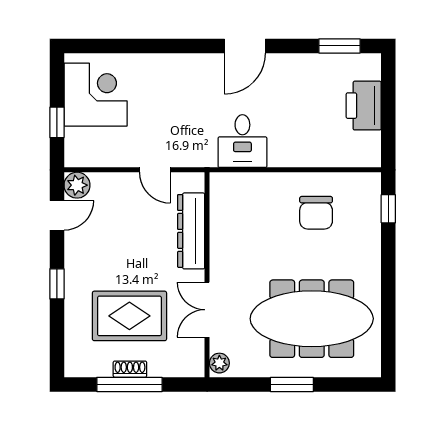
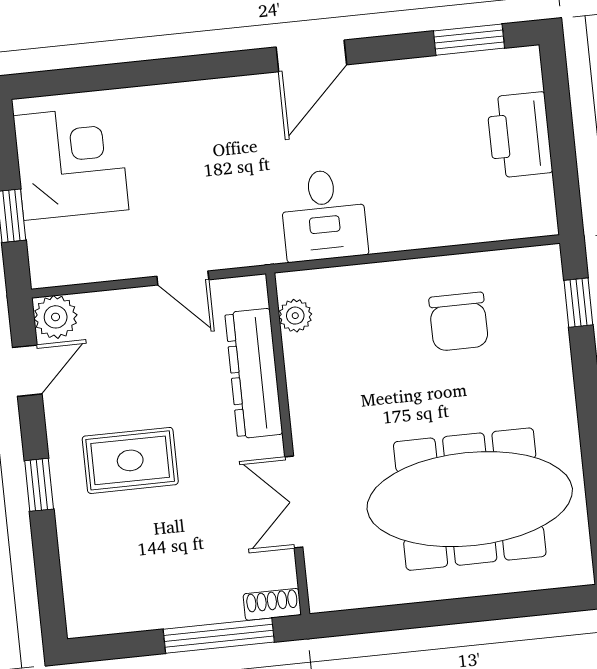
rug: (129, 316) -> (130, 460), moved, width x0.73, depth x0.70
plant: (219, 363) -> (295, 316), moved
shoe rack: (130, 369) -> (272, 604), moved
window: (129, 384) -> (219, 636), moved
window: (292, 384) -> (448, 612), removed

